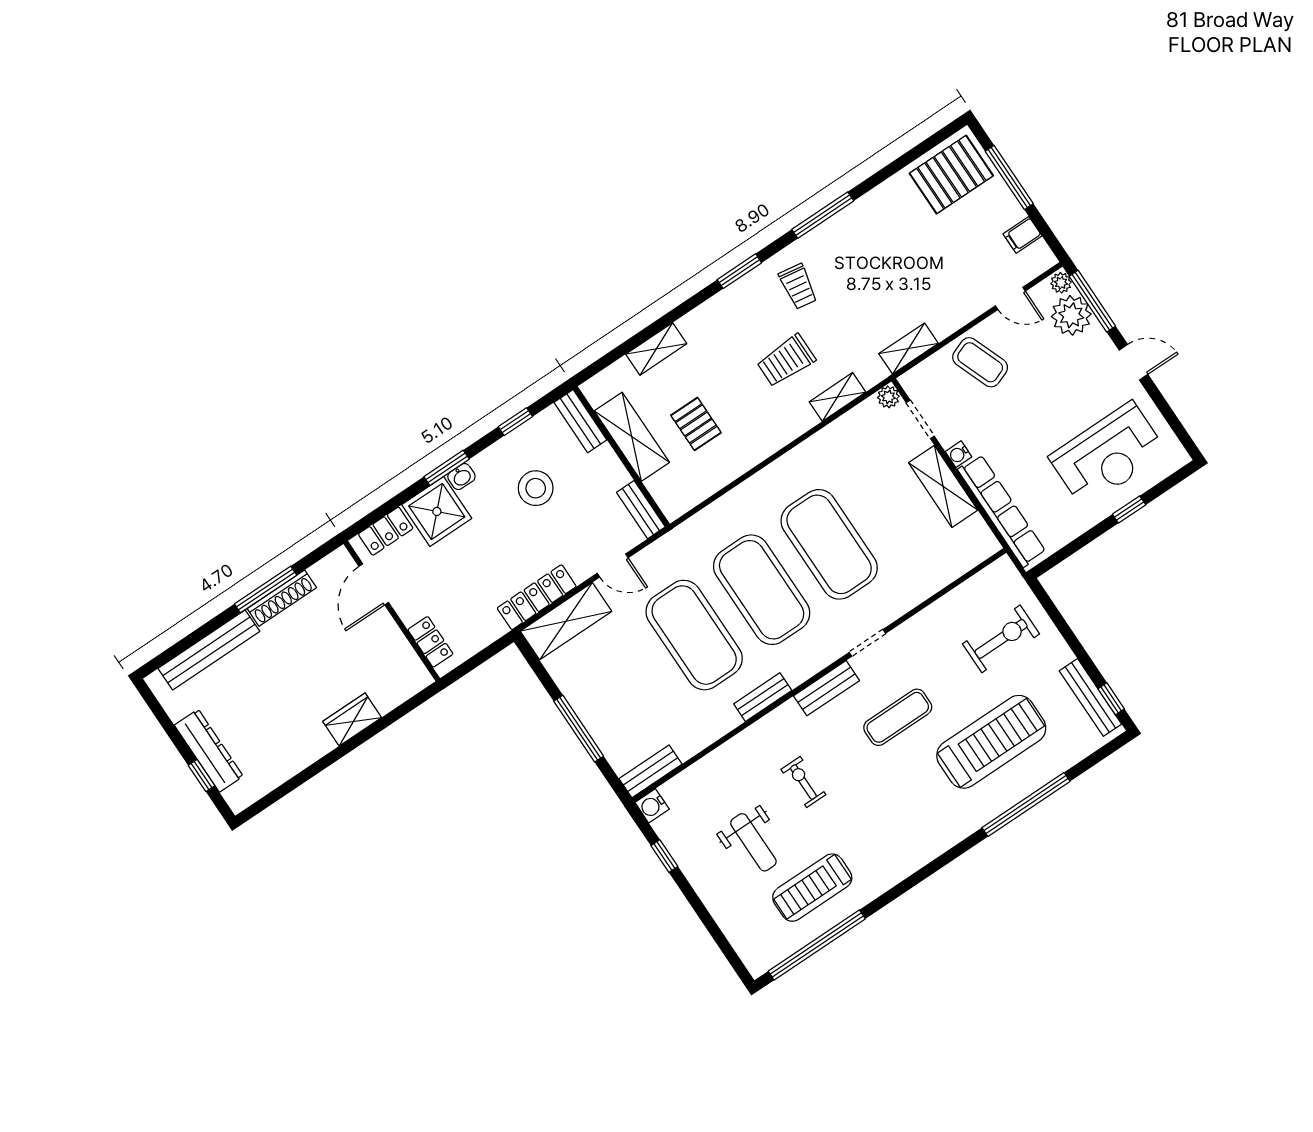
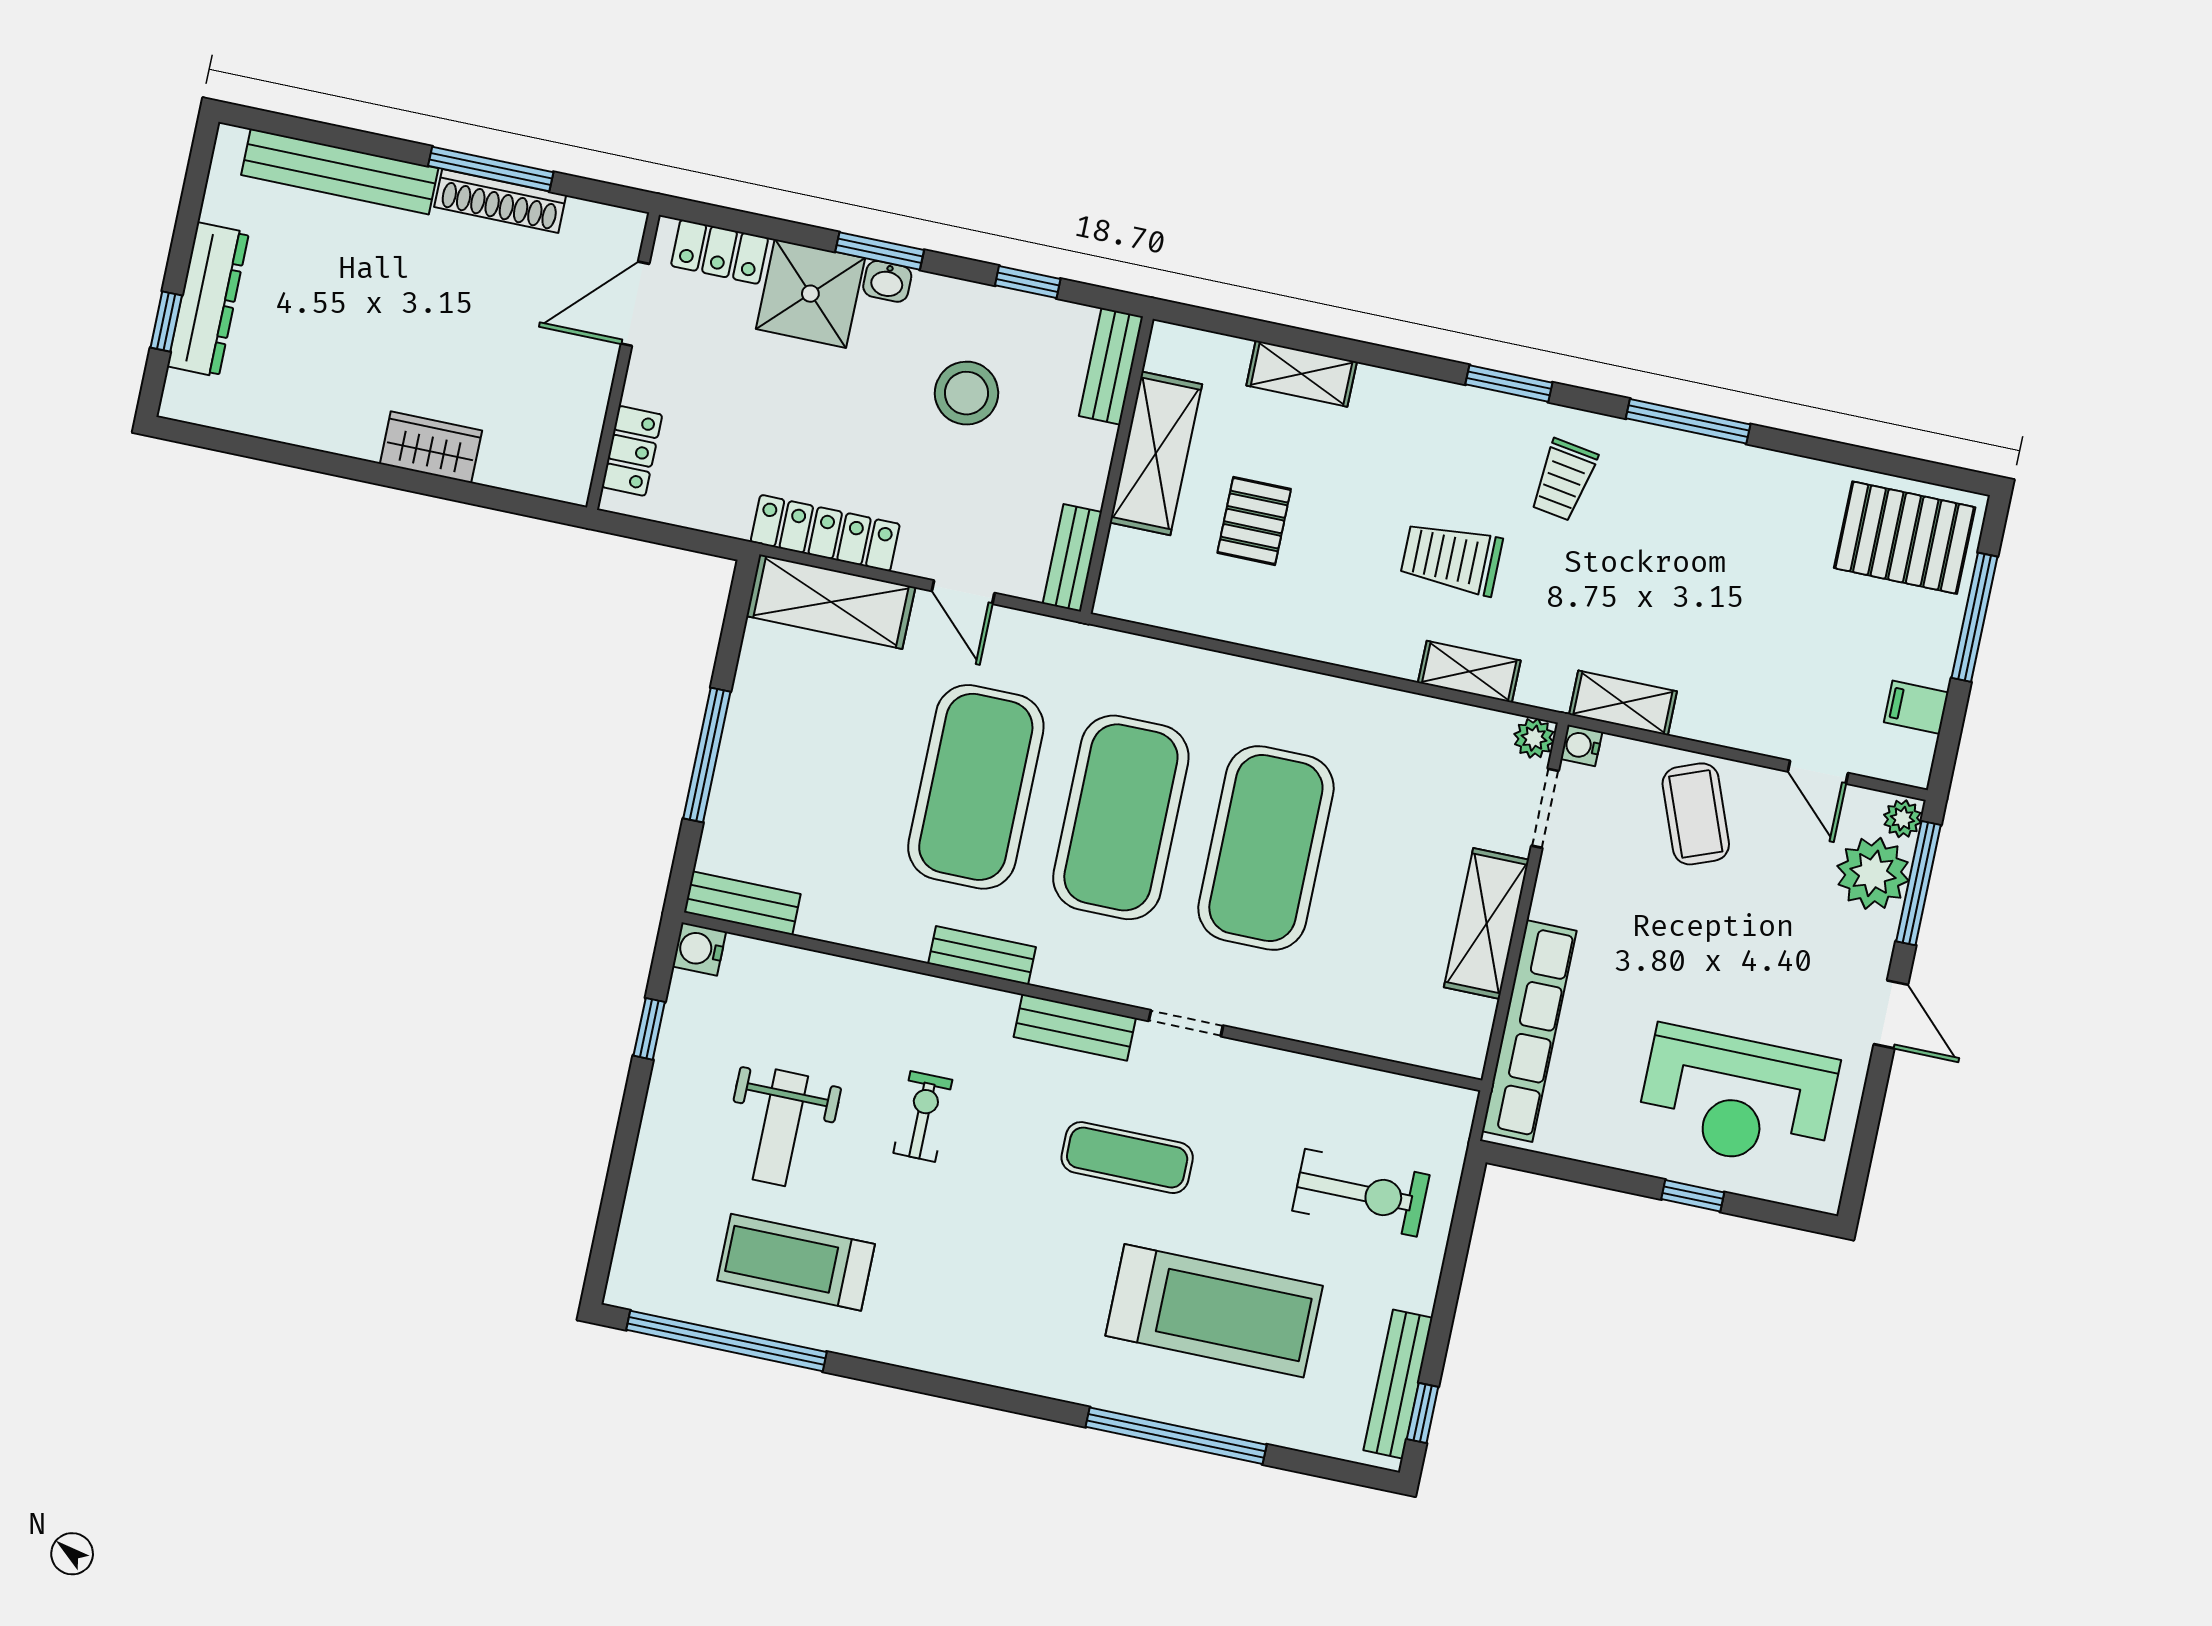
water cooler: (958, 454) -> (1581, 745), moved

